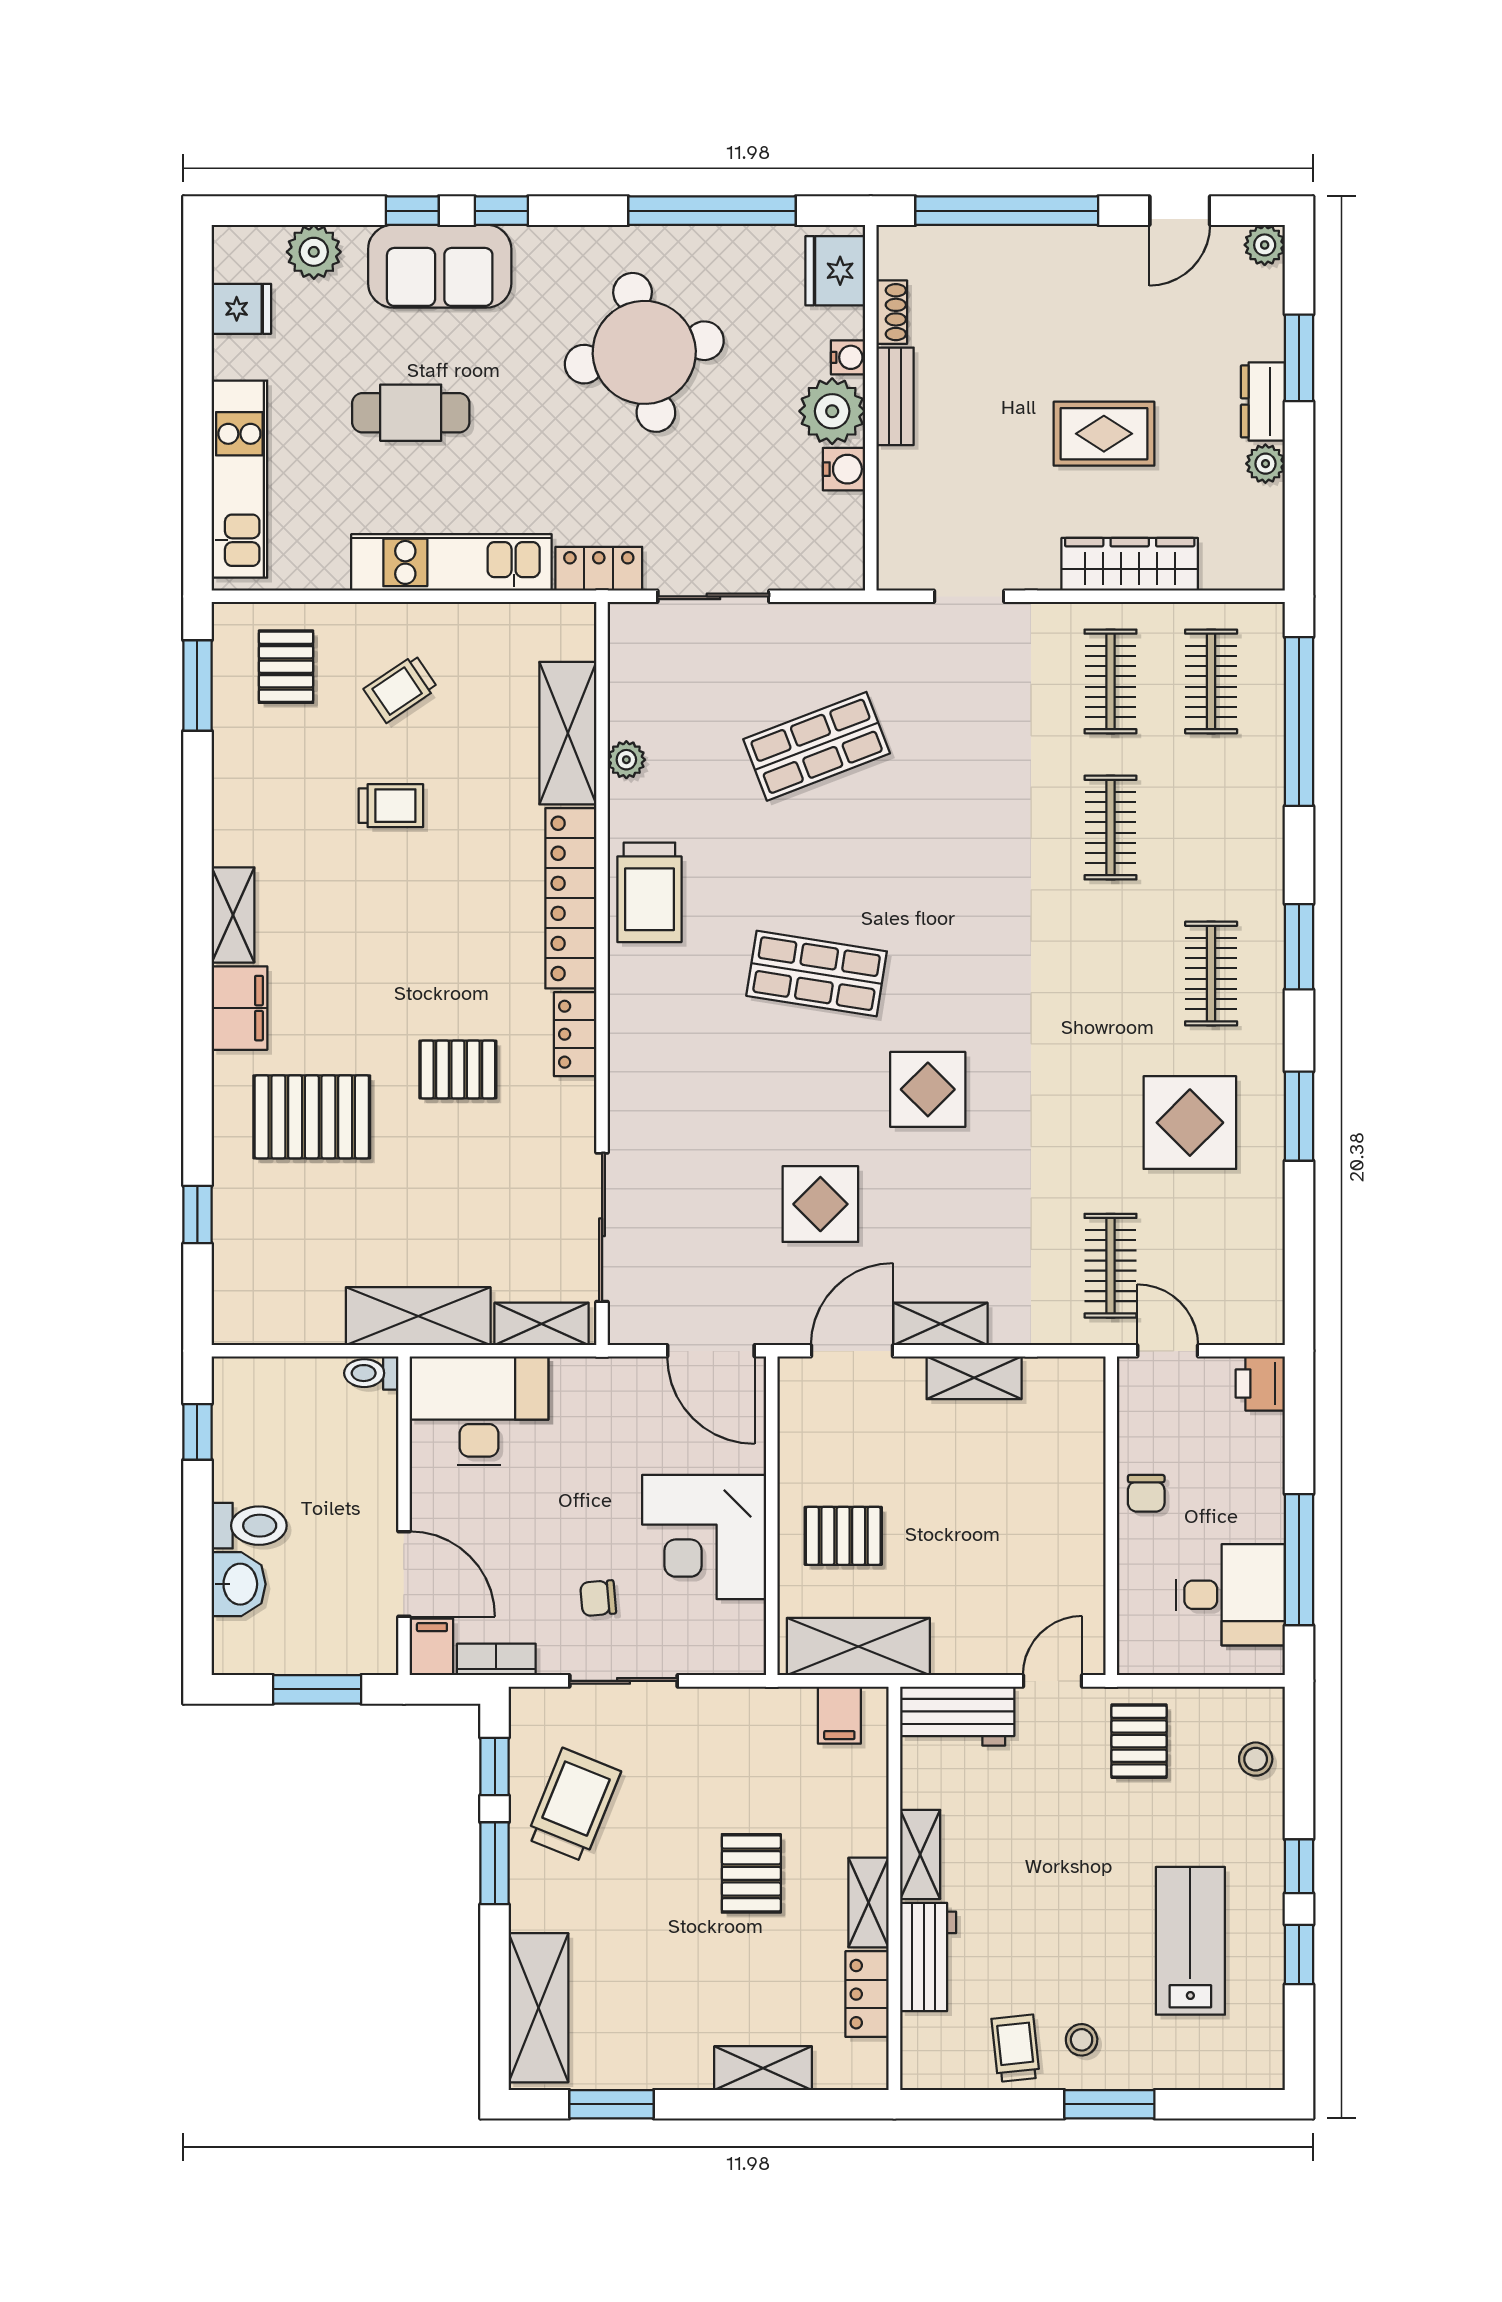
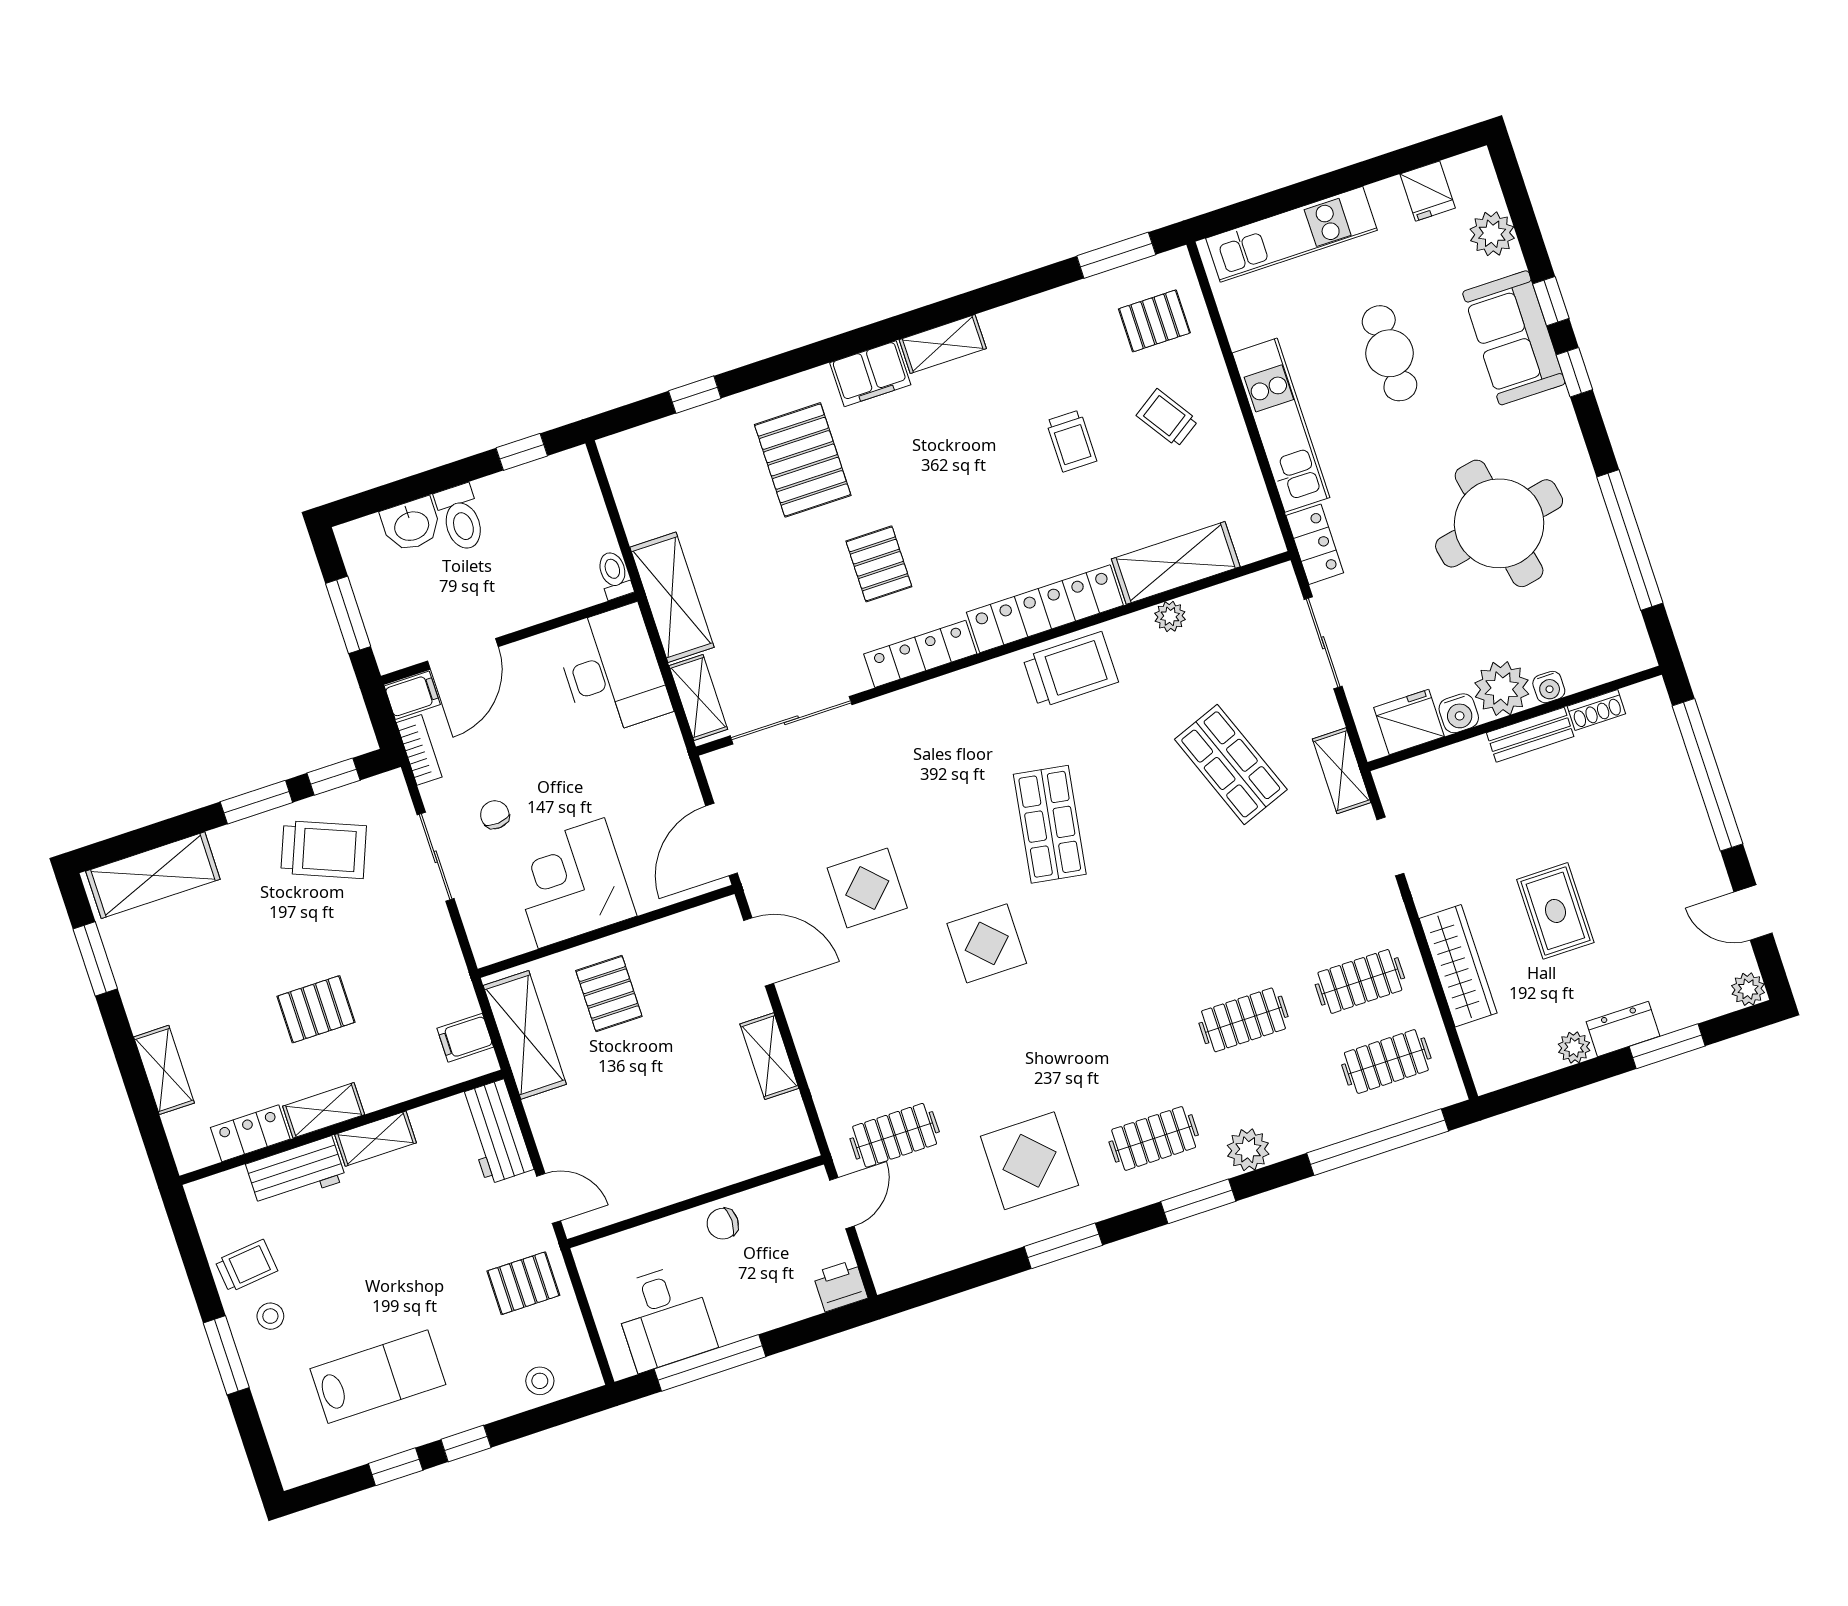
fridge: (835, 271) -> (1409, 722), moved
plant: (1259, 871) -> (1248, 1150), added
trolley: (649, 892) -> (1070, 670), turned 180
locker: (575, 1034) -> (920, 654), width x1.53
shelving: (940, 1324) -> (1342, 771), moved

